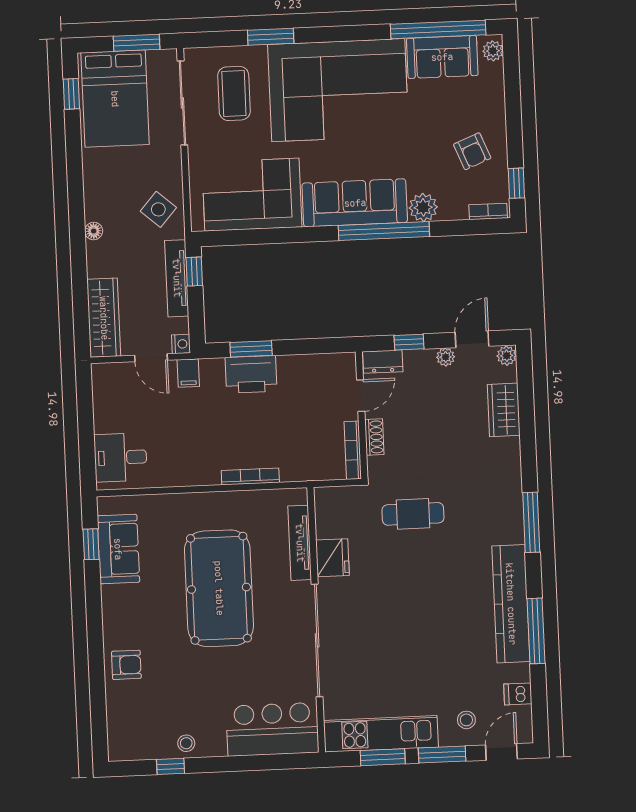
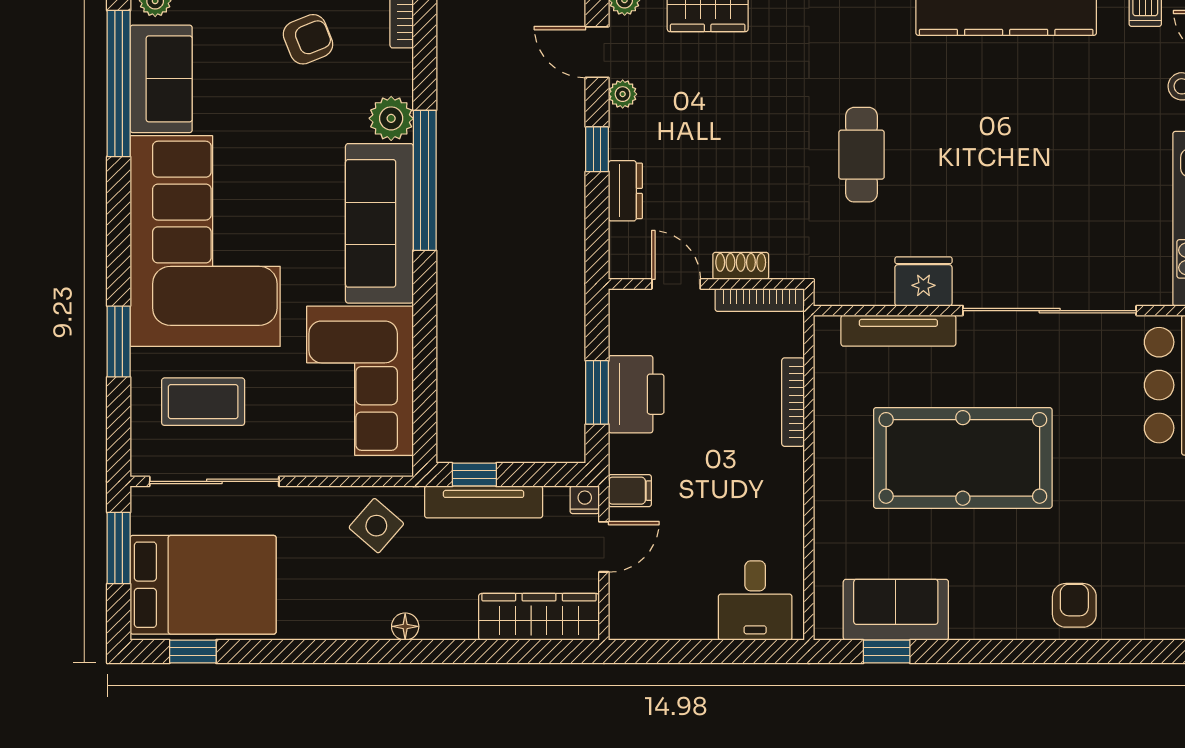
door: (361, 396) -> (676, 284), moved
wall: (362, 415) -> (706, 284), moved
shoe rack: (374, 437) -> (741, 266), moved
bookcase: (353, 450) -> (760, 300), moved

